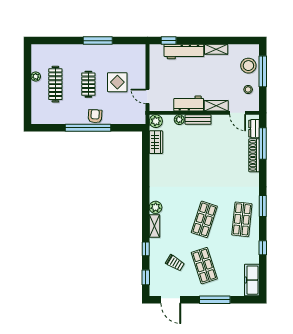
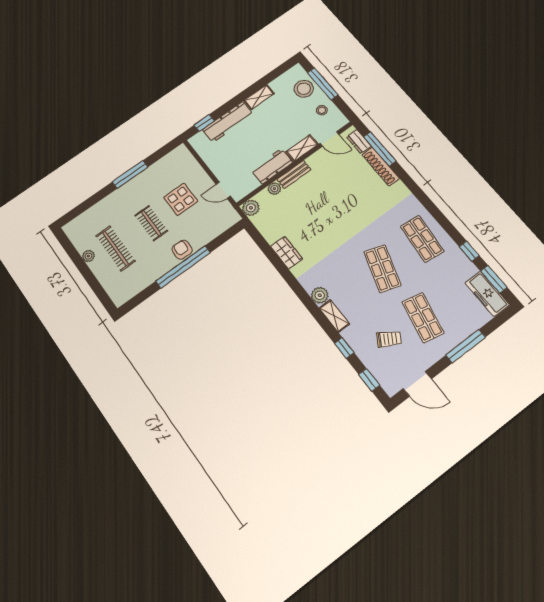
wardrobe: (156, 142) -> (287, 253), moved
window: (263, 206) -> (494, 279), moved
shop shelf: (204, 266) -> (423, 318), turned 30

